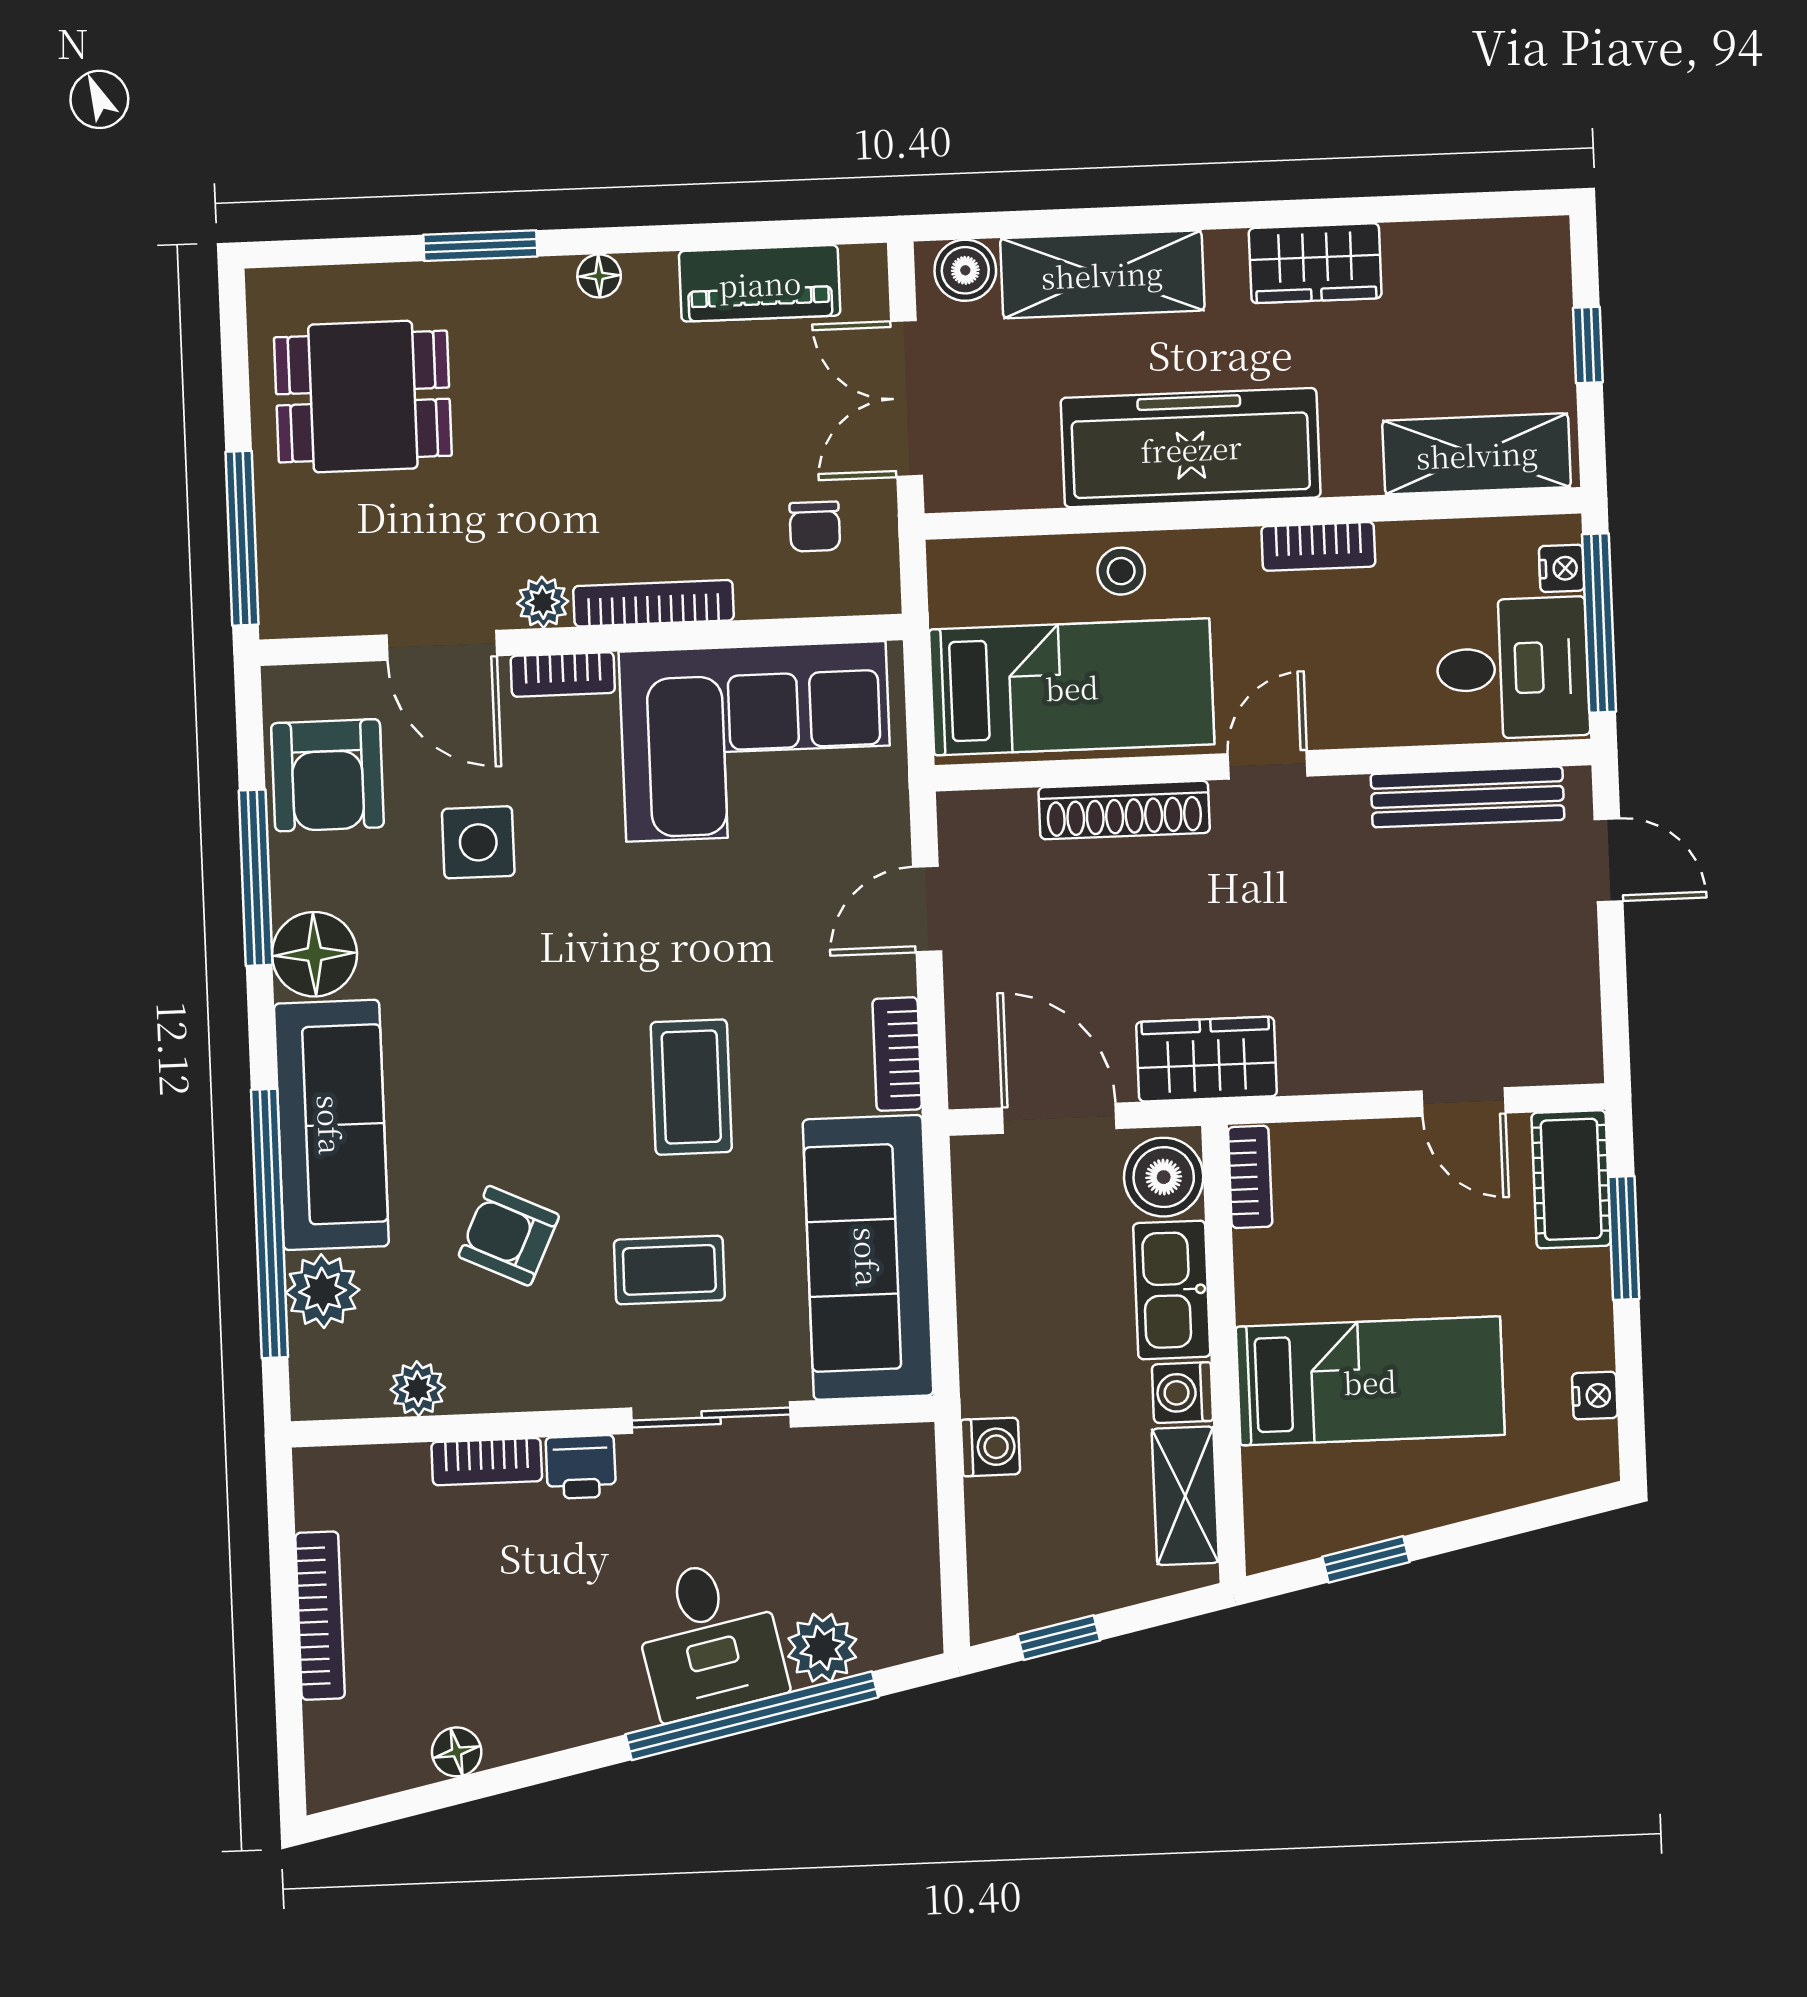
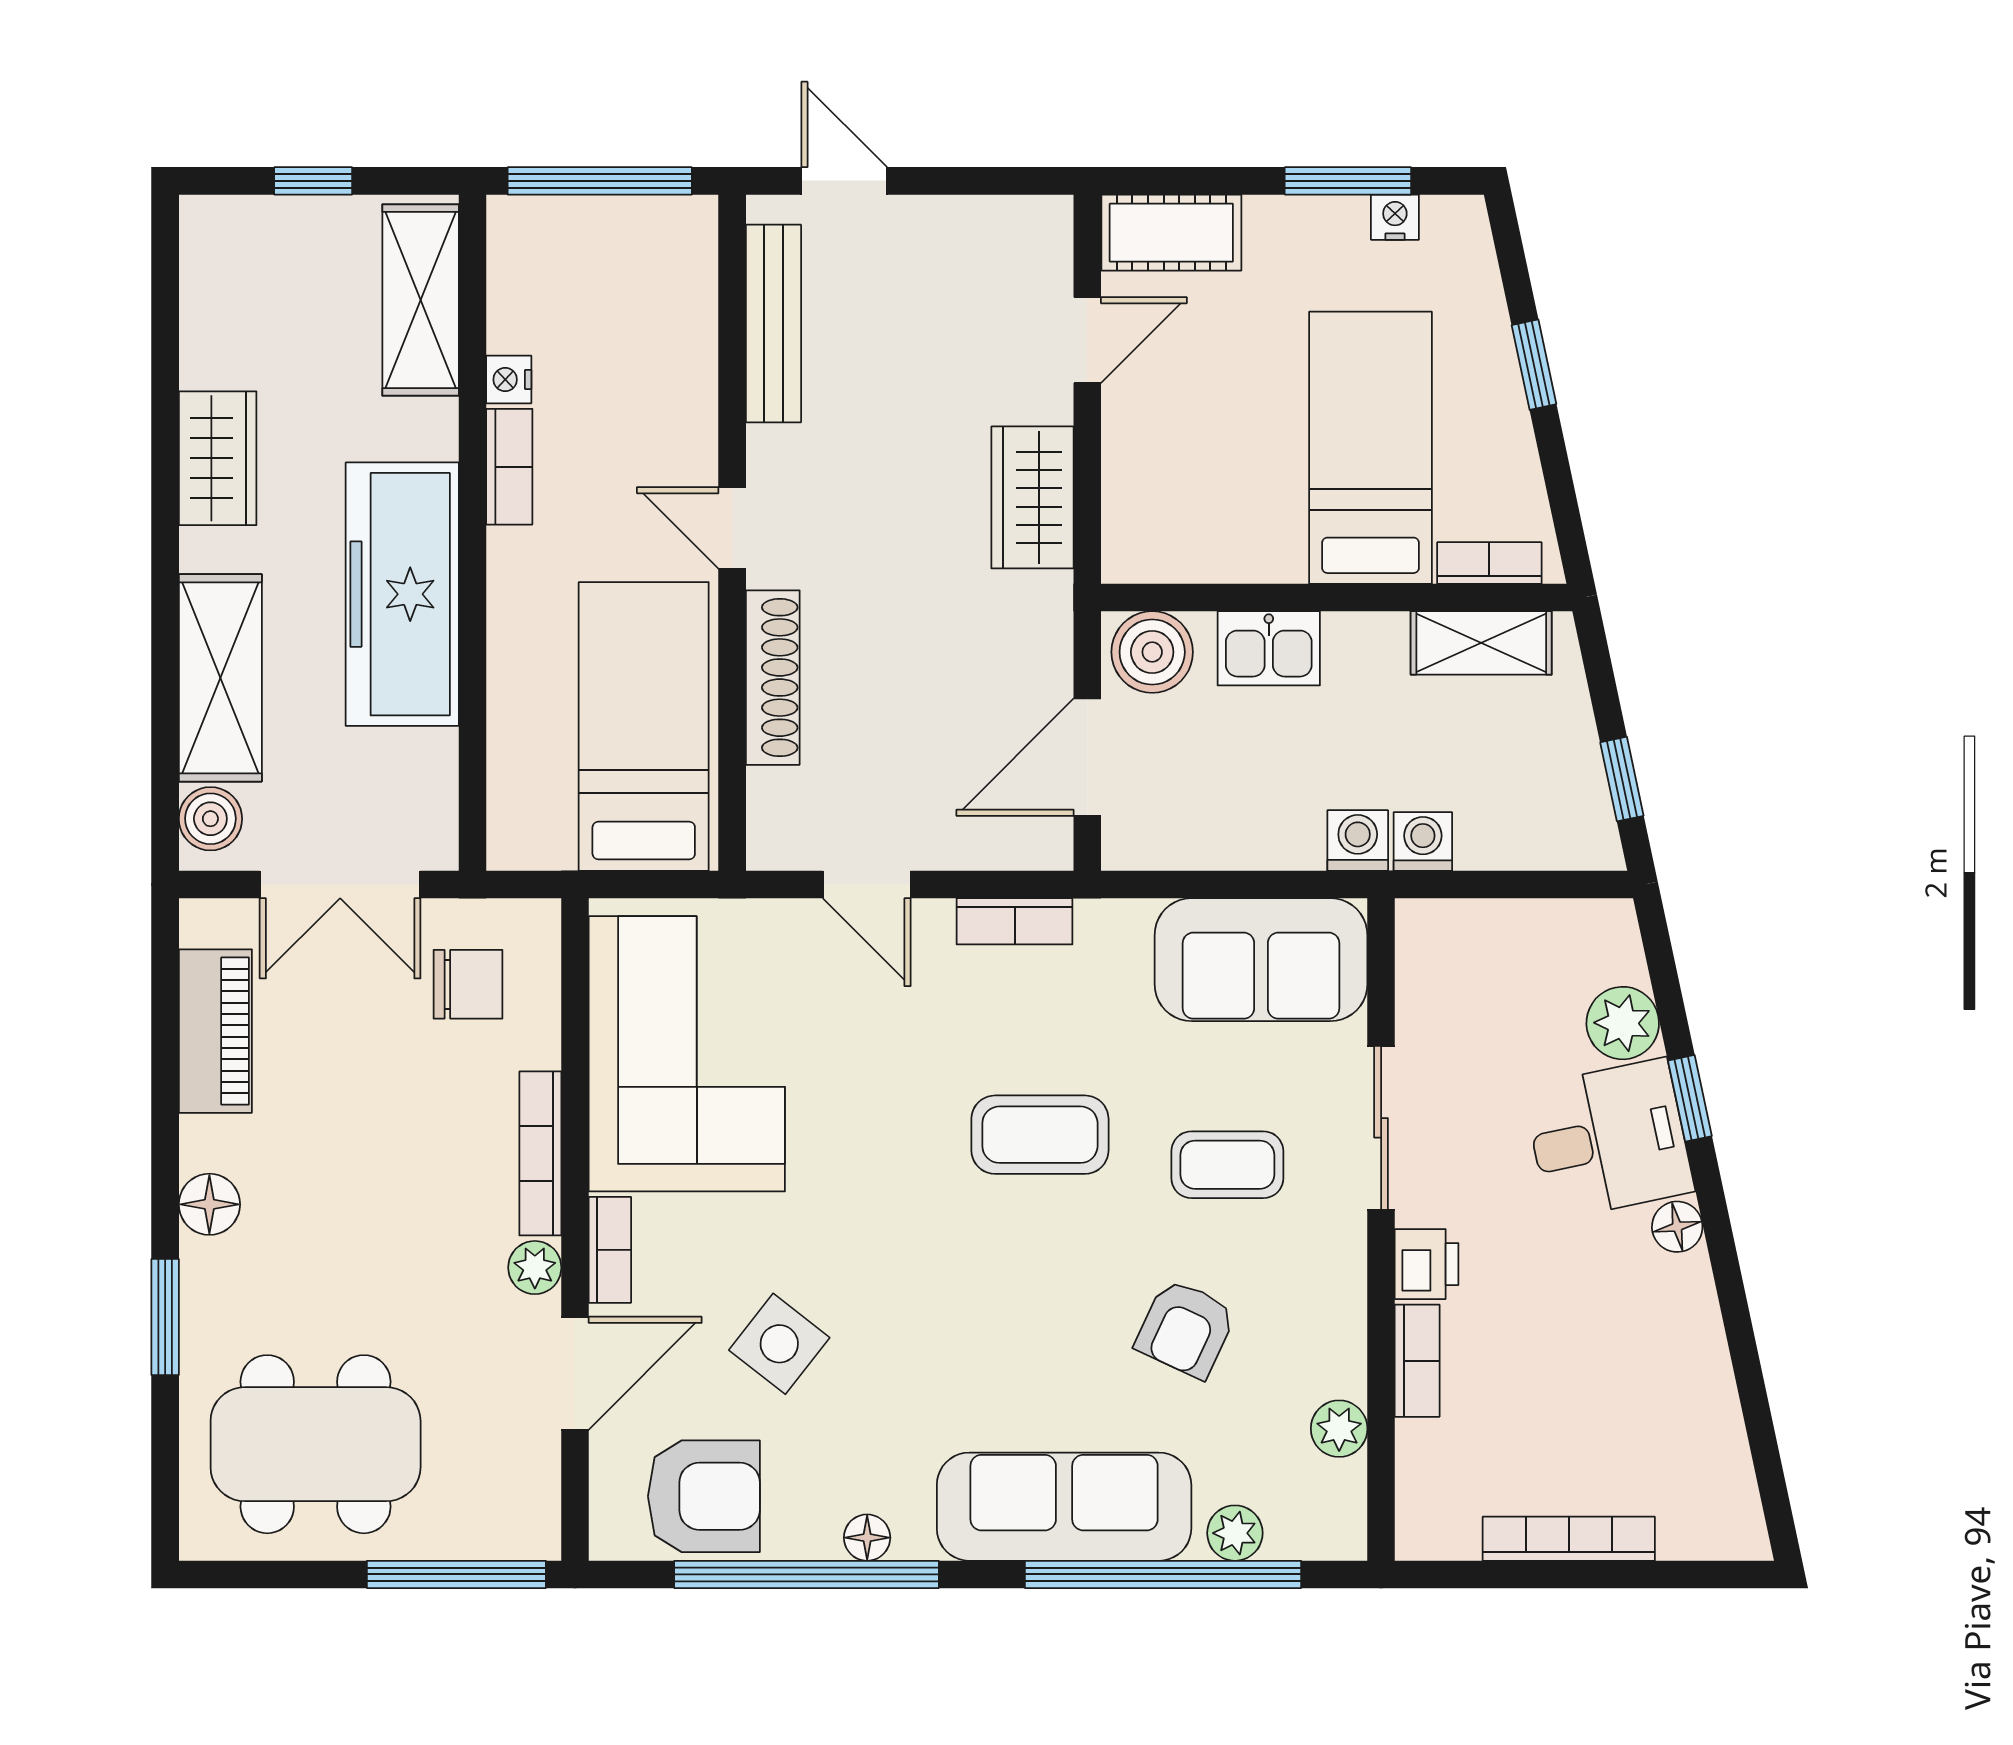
floor lamp: (599, 276) -> (209, 1204), width x1.37, depth x1.37
dining table: (363, 397) -> (316, 1444), width x1.38
chair: (815, 527) -> (468, 984), width x1.37, depth x1.37
nightstand: (1562, 568) -> (509, 380), moved, turned -90
stool: (1121, 571) -> (527, 671), removed
desk: (1513, 668) -> (643, 272), removed
side table: (478, 842) -> (779, 1344), turned 38
door: (1609, 860) -> (844, 181), hinge flipped
window: (256, 878) -> (806, 1574), width x1.46
floor lamp: (314, 954) -> (867, 1538), width x0.53, depth x0.53
wardrobe: (1206, 1059) -> (1032, 497), moved
bookcase: (1250, 1177) -> (1489, 563), moved
window: (1624, 1238) -> (1348, 181), moved
sofa: (868, 1257) -> (1261, 960), width x0.73
coffee table: (669, 1270) -> (1227, 1165), turned 90
kitchen sink: (1172, 1290) -> (1269, 648), width x0.73
plant: (323, 1291) -> (1235, 1533), width x0.73, depth x0.73
washing machine: (1182, 1393) -> (1358, 840), moved, turned 180
window: (1366, 1559) -> (1534, 365), moved
window: (752, 1716) -> (1690, 1098), width x0.32
floor lamp: (457, 1752) -> (1677, 1227), moved

